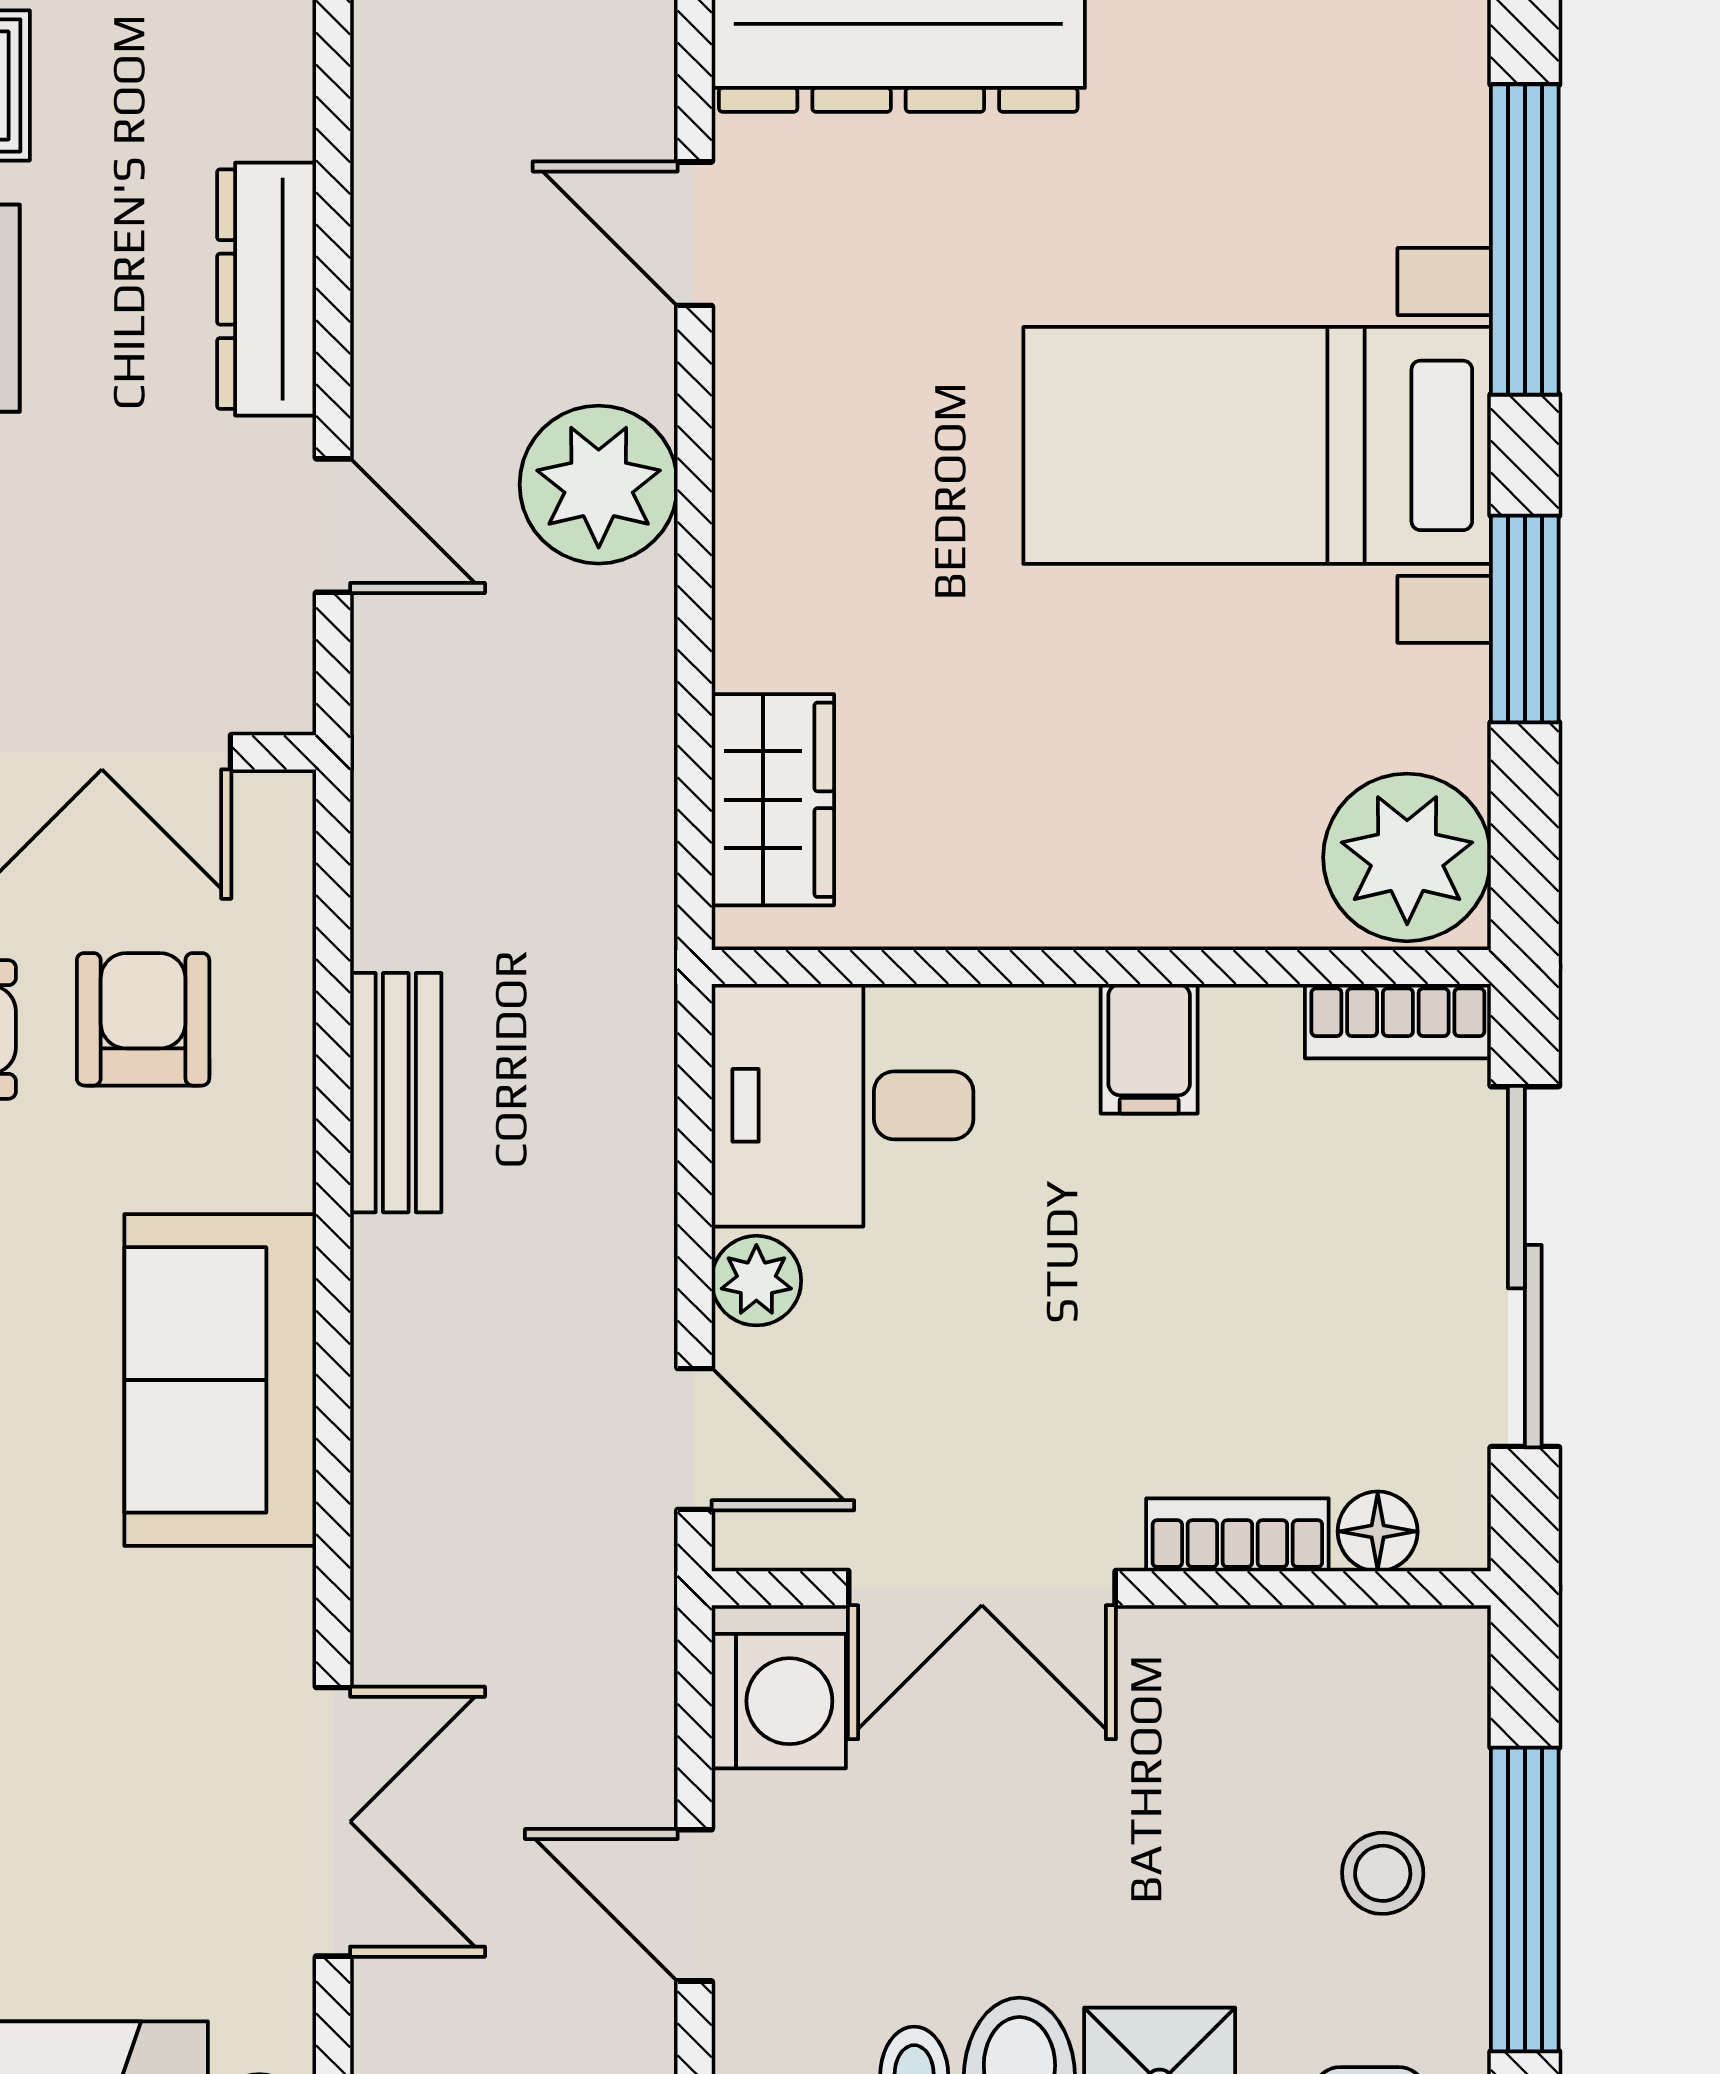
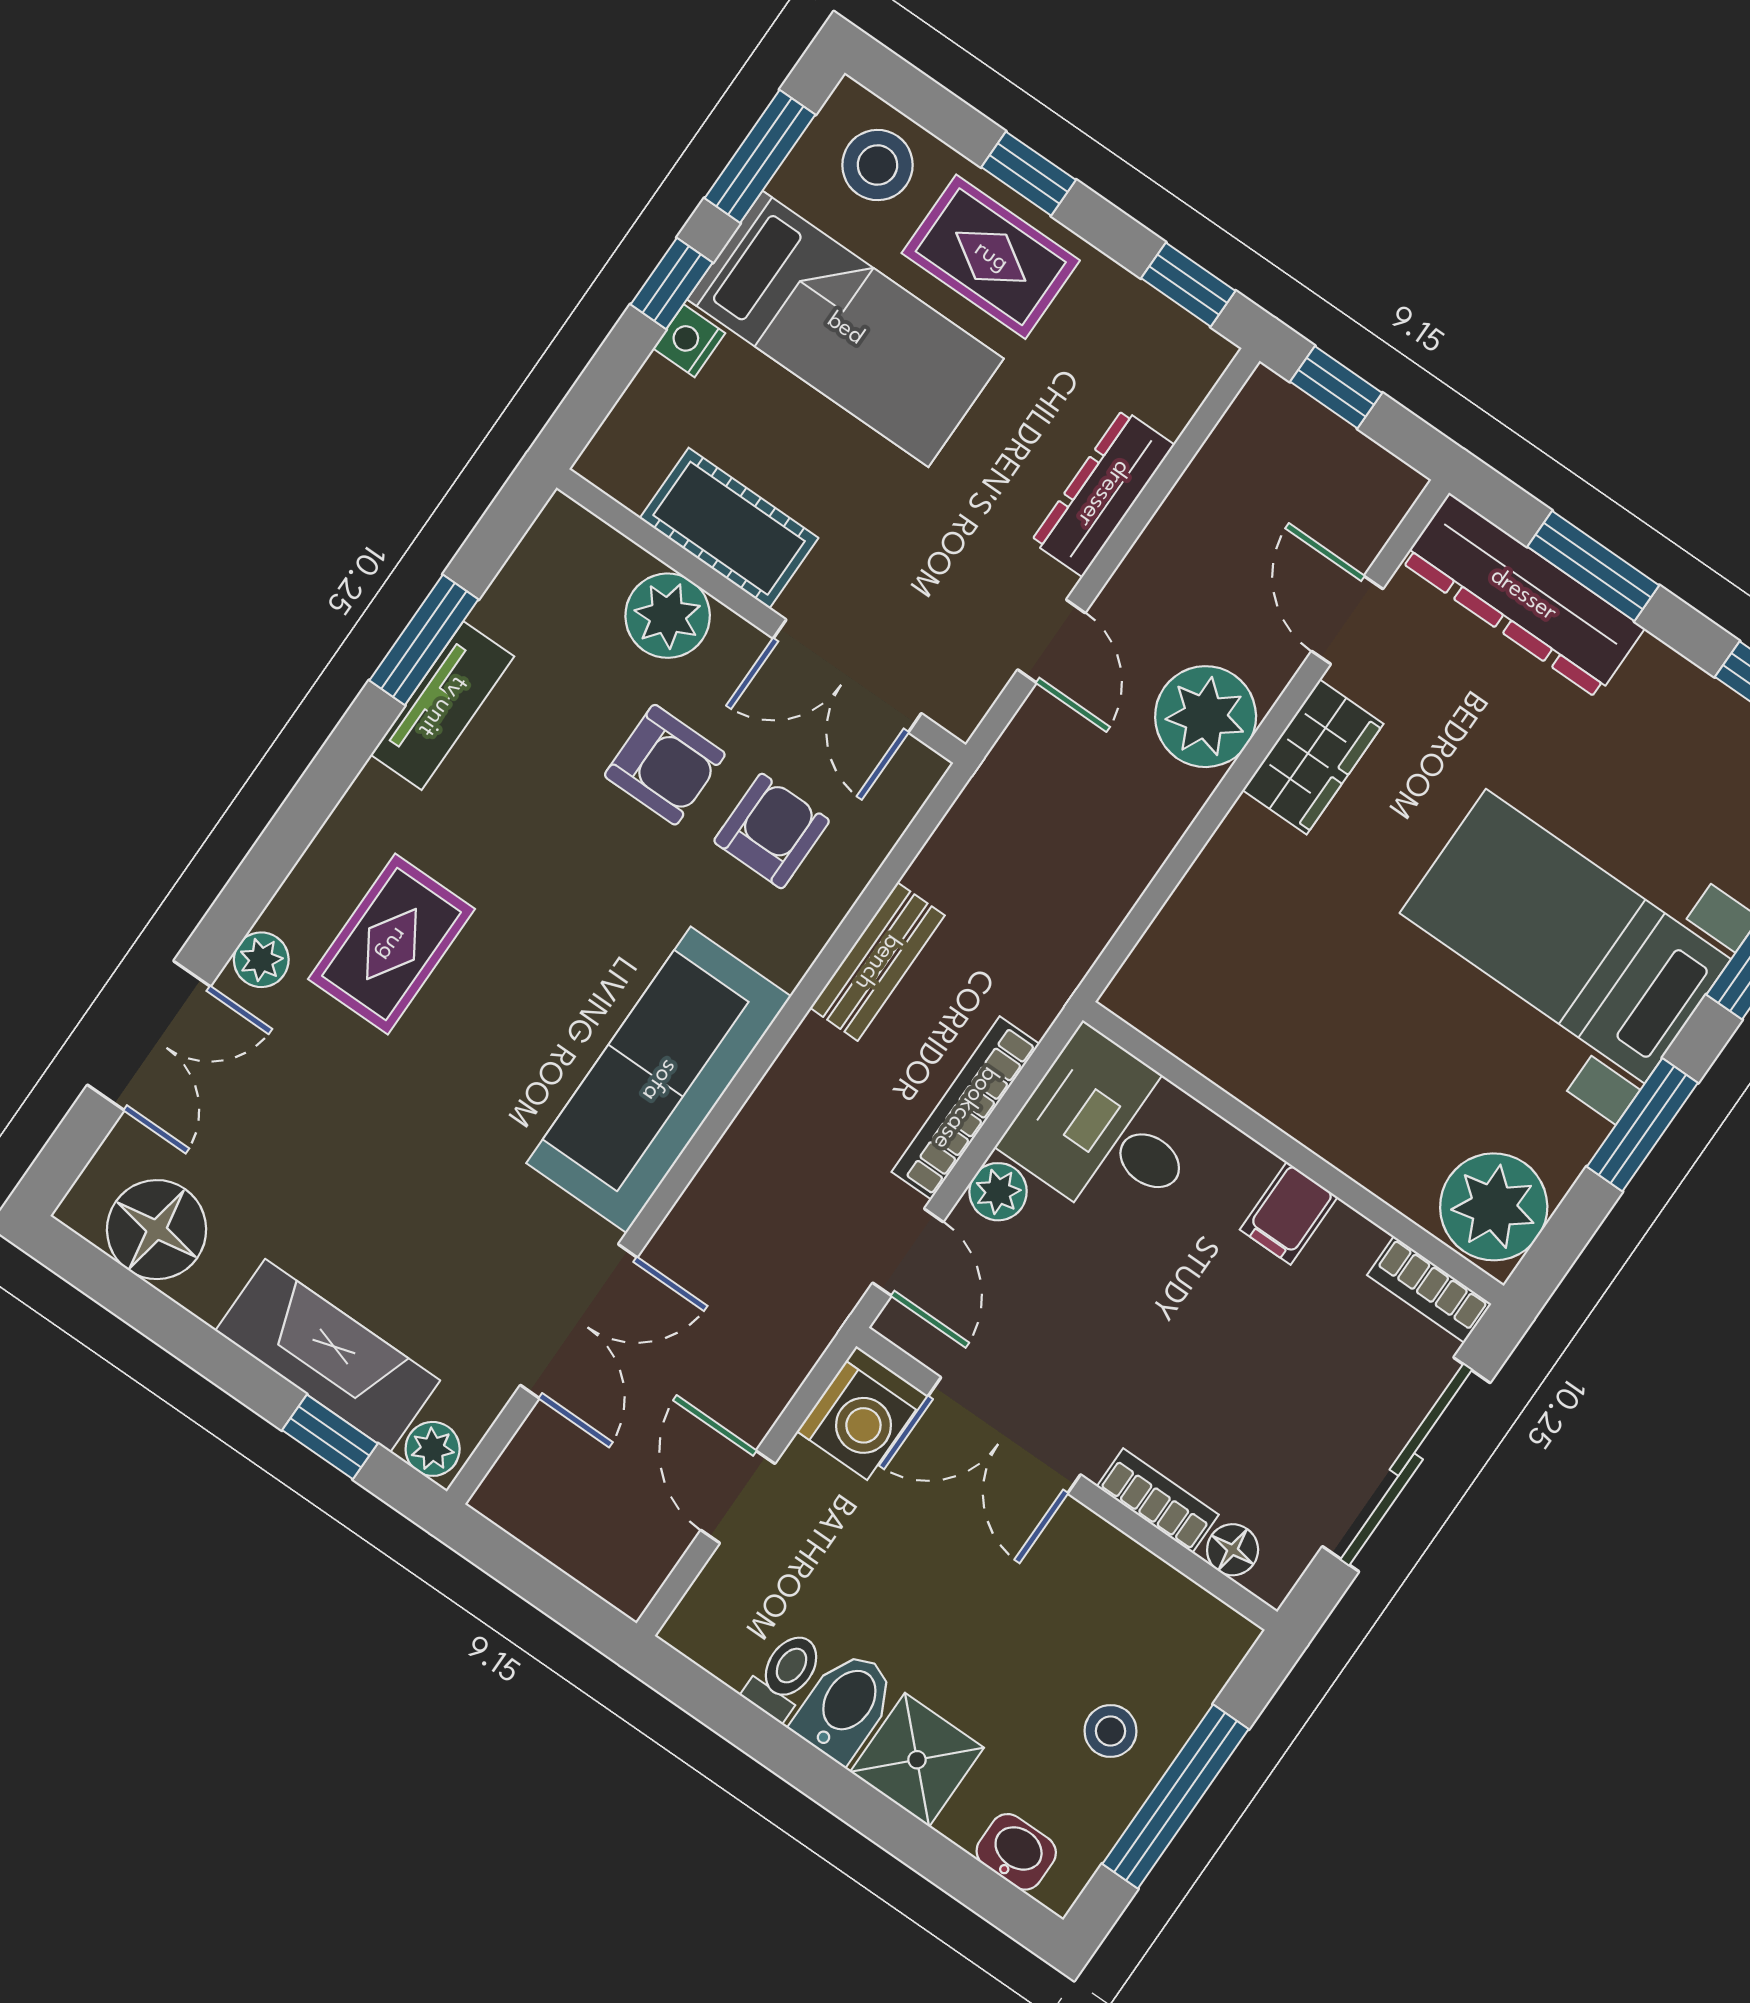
wardrobe: (773, 800) -> (1313, 757), moved
bookcase: (640, 1202) -> (965, 1108), added
sofa: (220, 1380) -> (659, 1080), width x1.36

